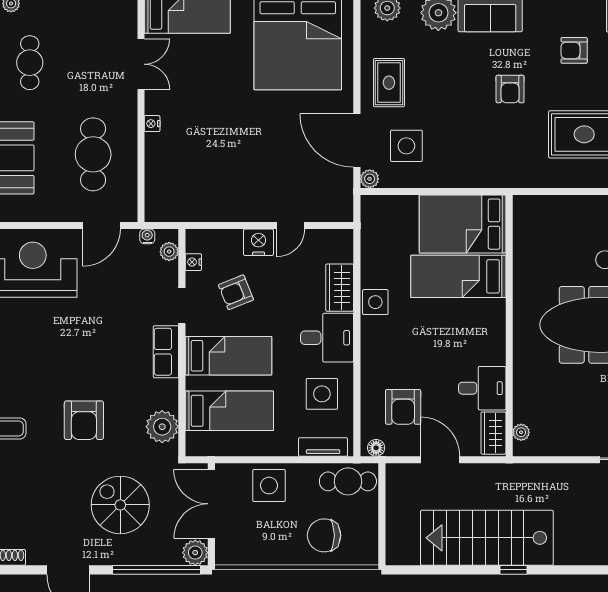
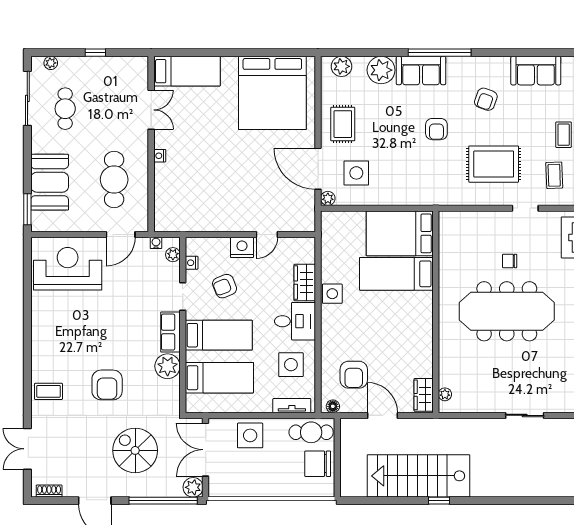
armchair: (574, 50) -> (486, 99), turned -70
desk: (482, 388) -> (415, 360), removed
plant: (162, 427) -> (168, 366), moved
chair: (324, 535) -> (318, 464), moved

